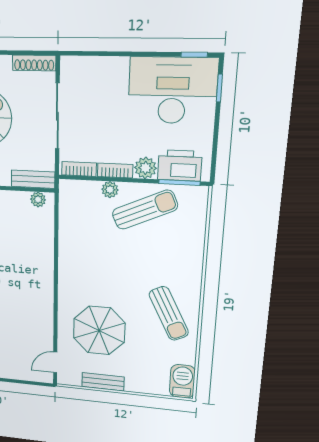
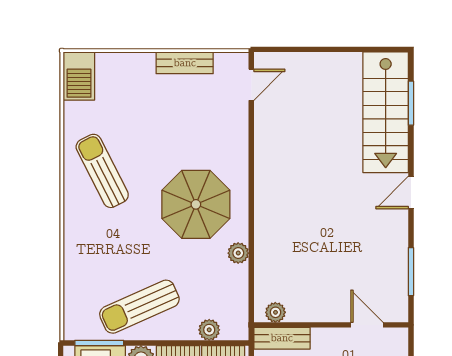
plant: (110, 190) -> (209, 330), moved
plant: (66, 246) -> (238, 253), added
parasol: (99, 330) -> (196, 204), moved

